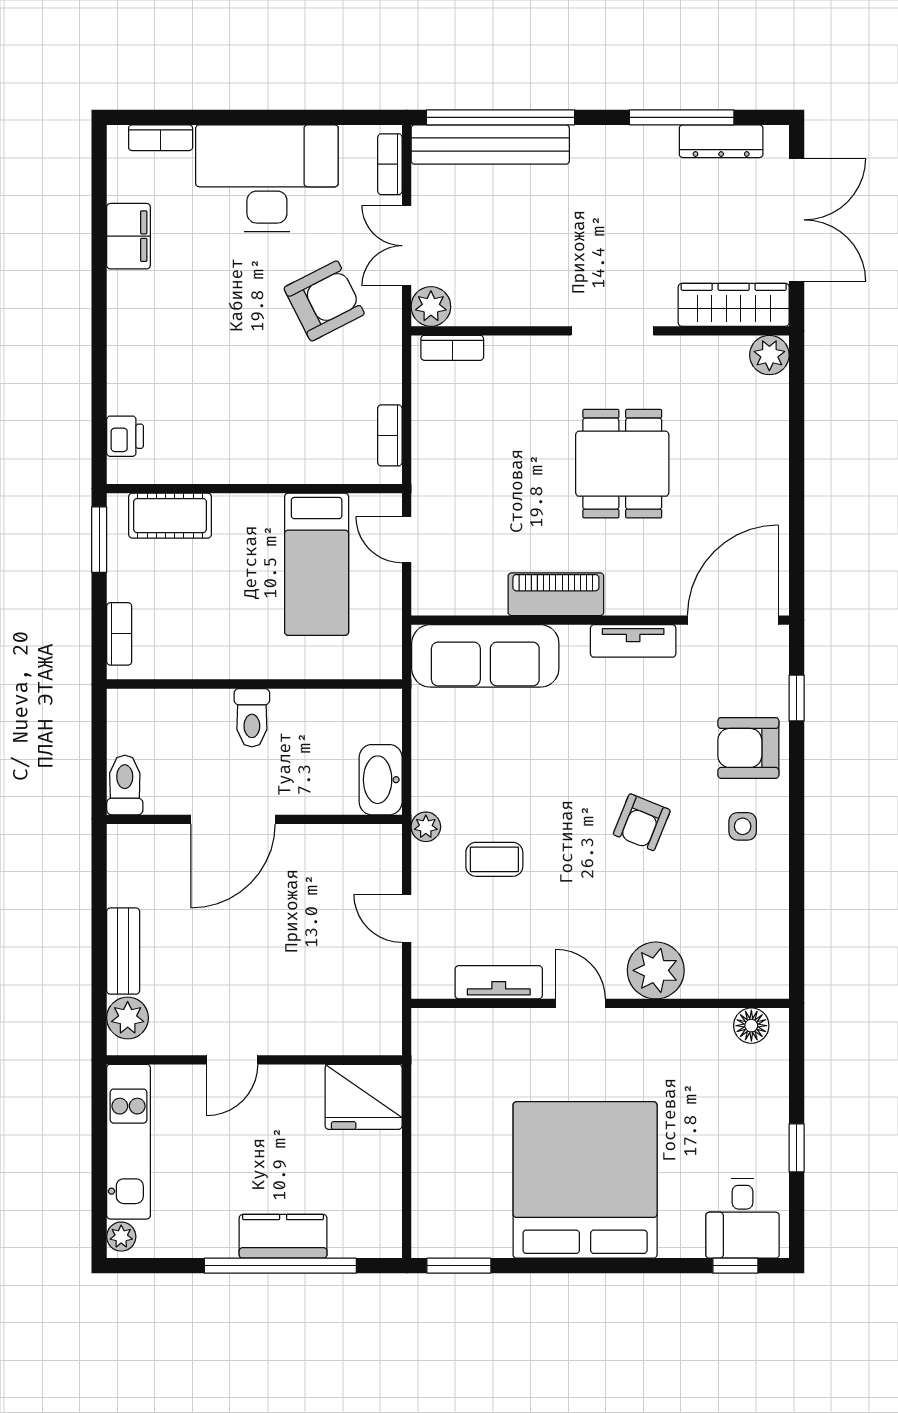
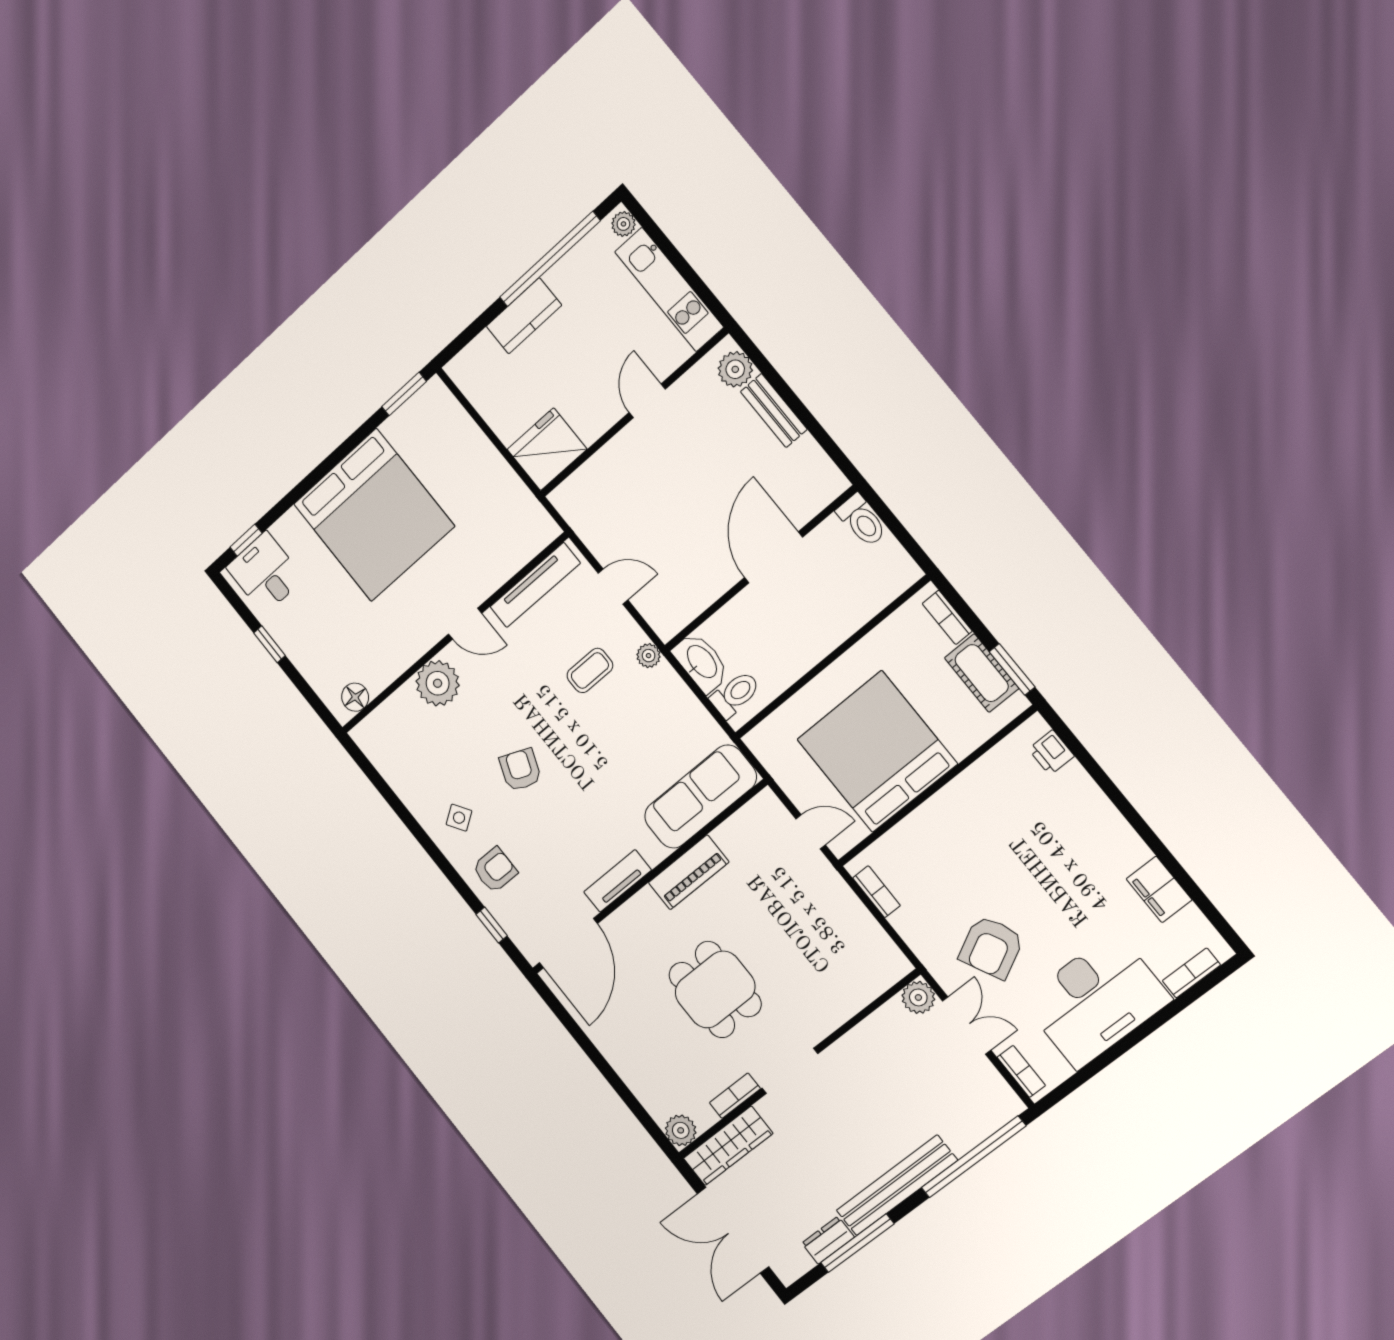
dresser: (721, 141) -> (828, 1240), width x0.70
bench: (490, 145) -> (897, 1185), moved
bookcase: (452, 348) -> (735, 1096), moved
cot: (170, 516) -> (982, 673), moved, turned 90
bed: (317, 564) -> (877, 752), width x2.04
toilet: (252, 718) -> (735, 694), moved, turned 90
armchair: (748, 748) -> (495, 870), width x0.72, depth x0.72
side table: (743, 826) -> (459, 818), turned -34
tv unit: (499, 982) -> (535, 585), width x1.41
window: (280, 1266) -> (550, 259), moved

